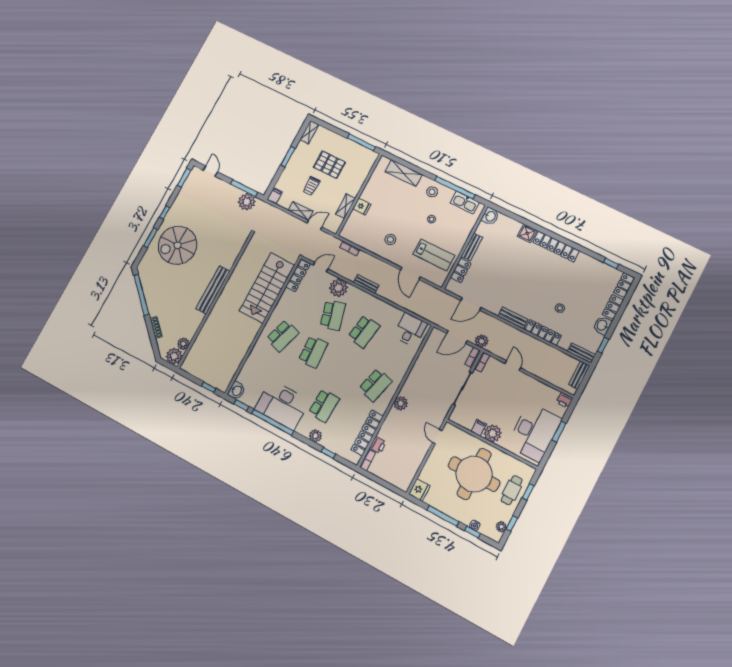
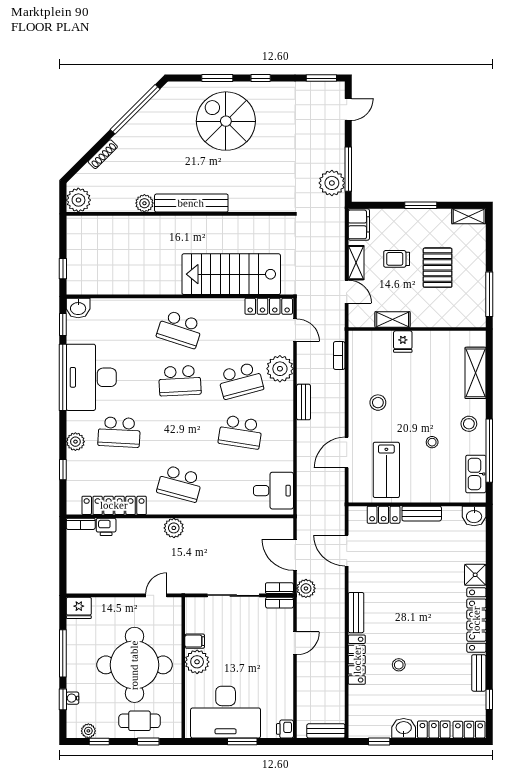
filing cabinet: (275, 196) -> (359, 224), width x2.00
plant: (183, 344) -> (144, 203), moved
bench: (581, 353) -> (479, 673), moved

